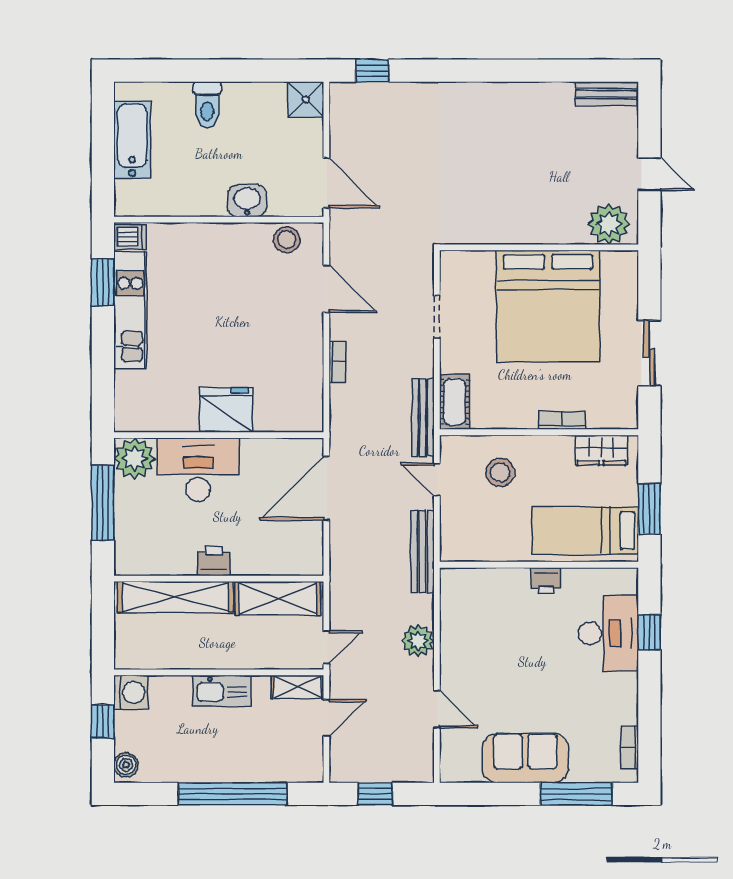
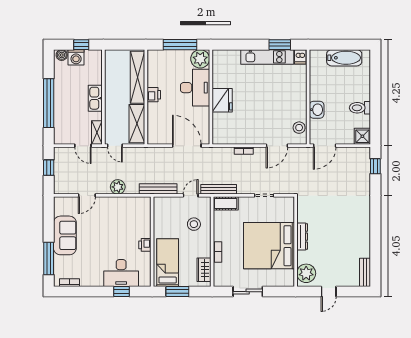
toilet: (207, 105) -> (360, 108), moved
dresser: (528, 233) -> (302, 237), added
washing machine: (131, 692) -> (76, 57), moved

